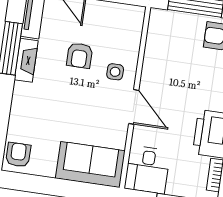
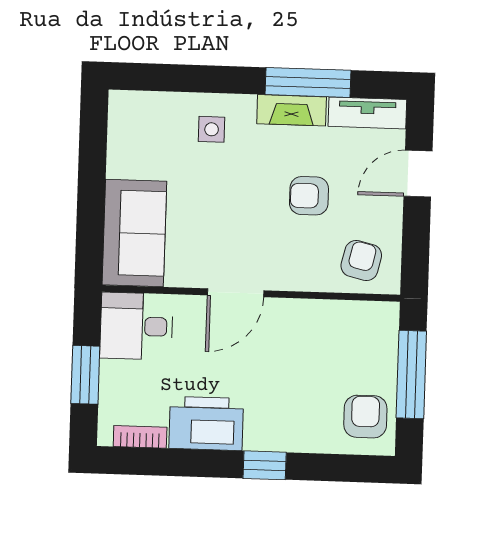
side table: (115, 72) -> (212, 129), moved
armchair: (18, 155) -> (361, 260), moved, turned -77

